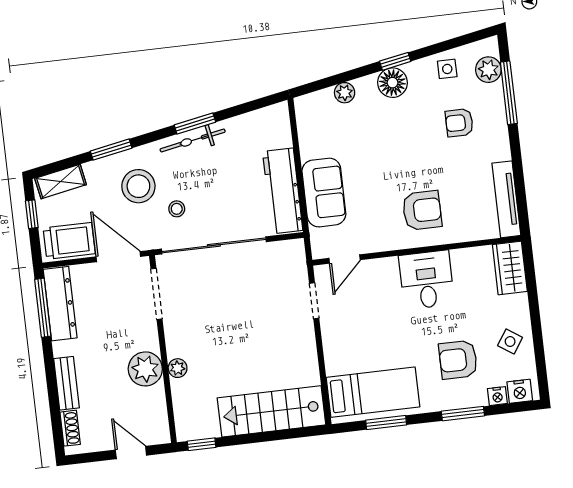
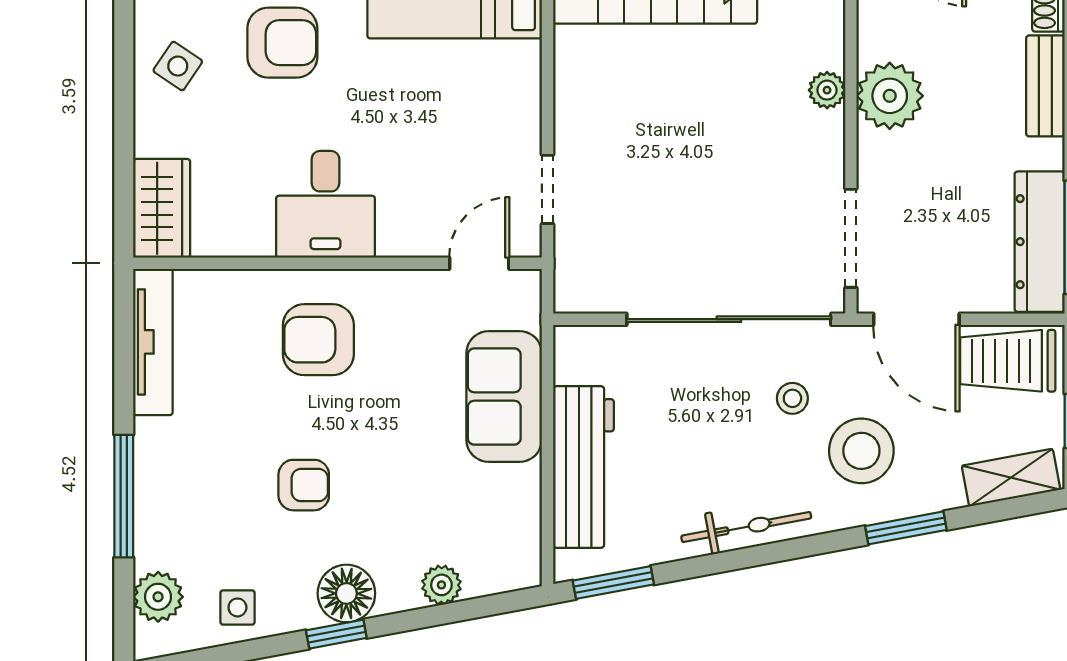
window: (509, 93) -> (124, 496), moved
armchair: (459, 123) -> (304, 485), moved
window: (195, 124) -> (613, 583), moved
workbench: (283, 191) -> (583, 467), moved

